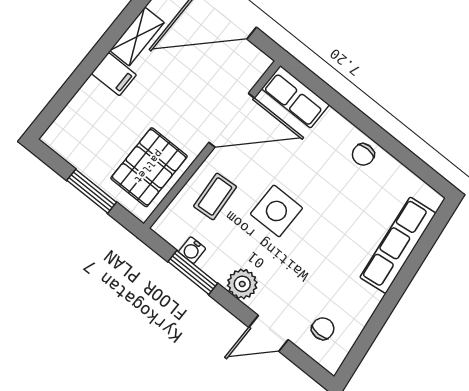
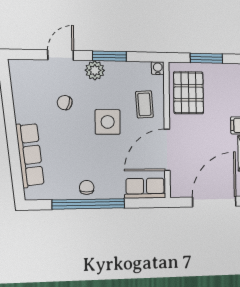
window: (377, 134) -> (88, 204), added
water cooler: (192, 250) -> (158, 68), moved
window: (193, 272) -> (109, 56), moved
chair: (323, 329) -> (65, 103), moved, turned 106

